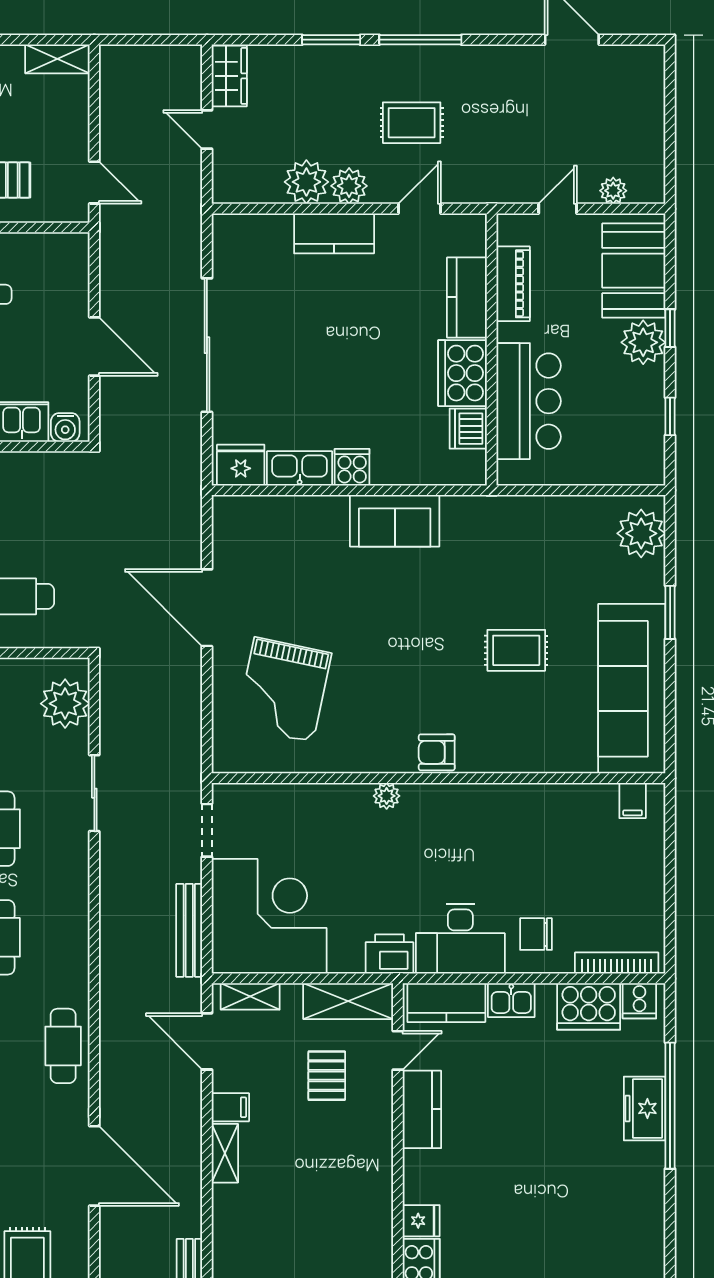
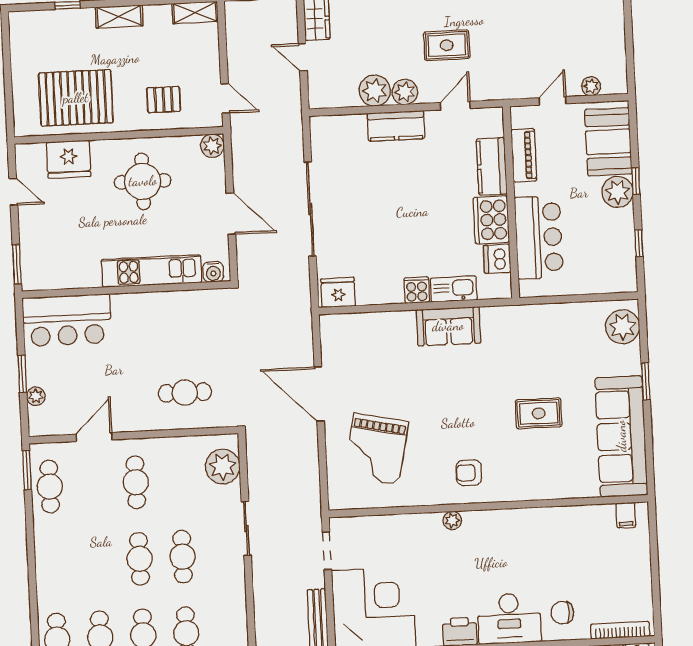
plant: (73, 249) -> (212, 146), added
kitchen sink: (300, 468) -> (454, 289), moved
armchair: (437, 752) -> (469, 473), moved

